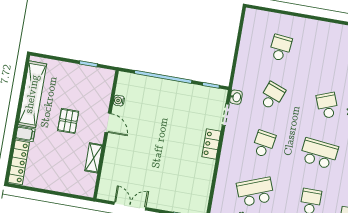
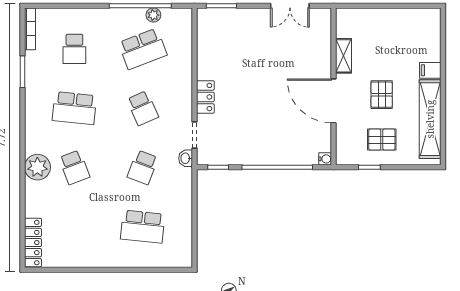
school desk: (280, 48) -> (143, 227), width x1.85
pallet: (74, 85) -> (382, 140), added
water cooler: (119, 101) -> (325, 159), moved
door: (108, 123) -> (334, 101), width x1.87
school desk: (264, 144) -> (143, 108), turned -33
locker: (19, 162) -> (432, 35), removed

